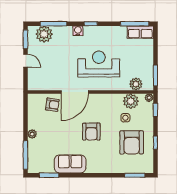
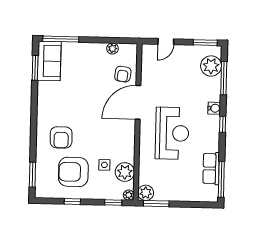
row of seats: (140, 32) -> (211, 169), moved
door: (25, 61) -> (166, 42), moved
plant: (136, 84) -> (146, 193), moved
door: (75, 92) -> (138, 102), hinge flipped
armchair: (91, 132) -> (61, 137), moved, turned -90
plant: (32, 134) -> (112, 49), moved
sofa: (70, 164) -> (49, 61), moved

